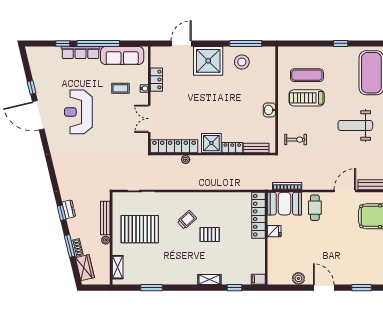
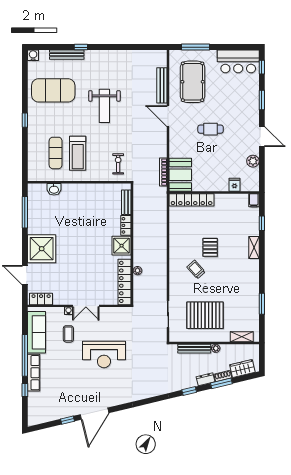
stool: (242, 62) -> (43, 216), removed
locker: (156, 80) -> (41, 299), moved
washbasin: (269, 110) -> (54, 189), moved
reception desk: (78, 112) -> (104, 355), moved
double door: (149, 119) -> (86, 306), moved
cafe table: (315, 208) -> (211, 129), moved
dresser: (69, 209) -> (206, 379), moved
pallet: (140, 229) -> (205, 315), turned 90
fridge: (274, 231) -> (235, 185), moved
door: (324, 288) -> (262, 137), swing flipped

